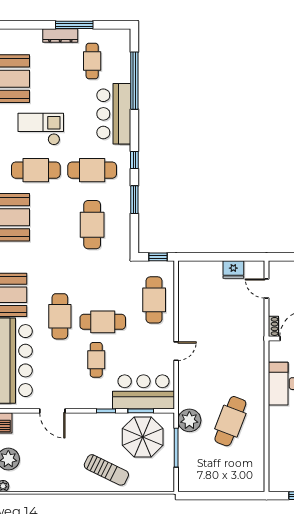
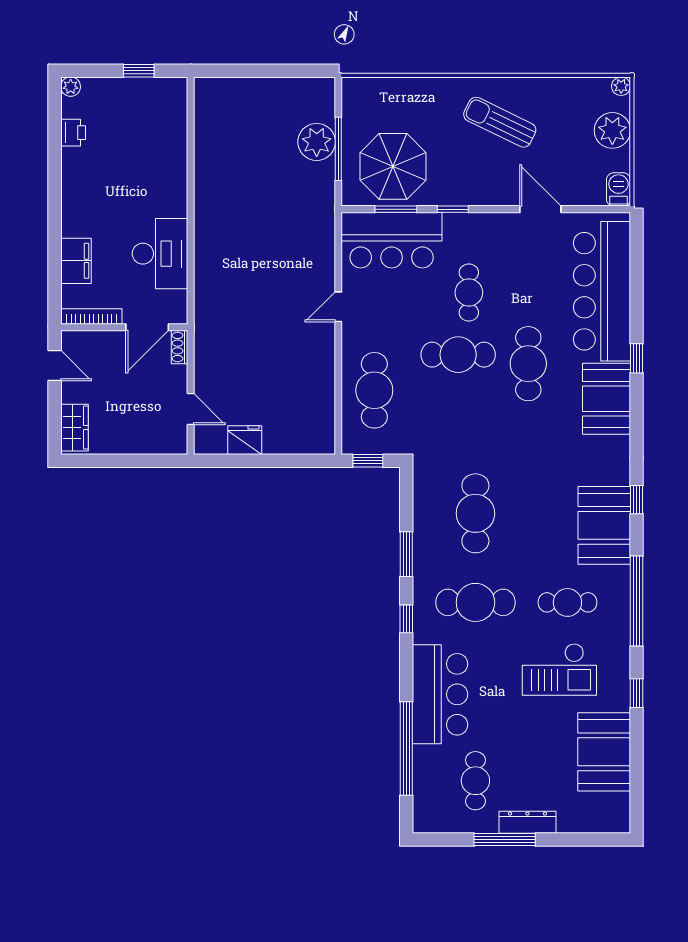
cafe table: (36, 170) -> (567, 602), width x0.73, depth x0.74
plant: (189, 420) -> (317, 142), moved
cafe table: (230, 421) -> (250, 192), removed
sun lounger: (106, 470) -> (500, 122), moved

